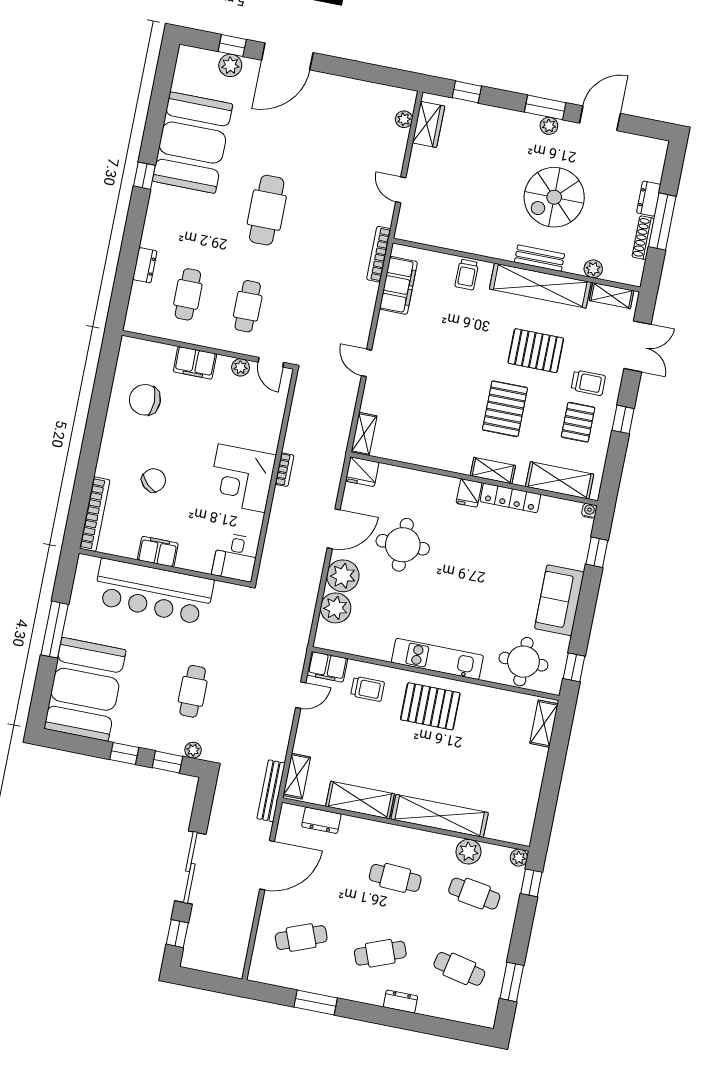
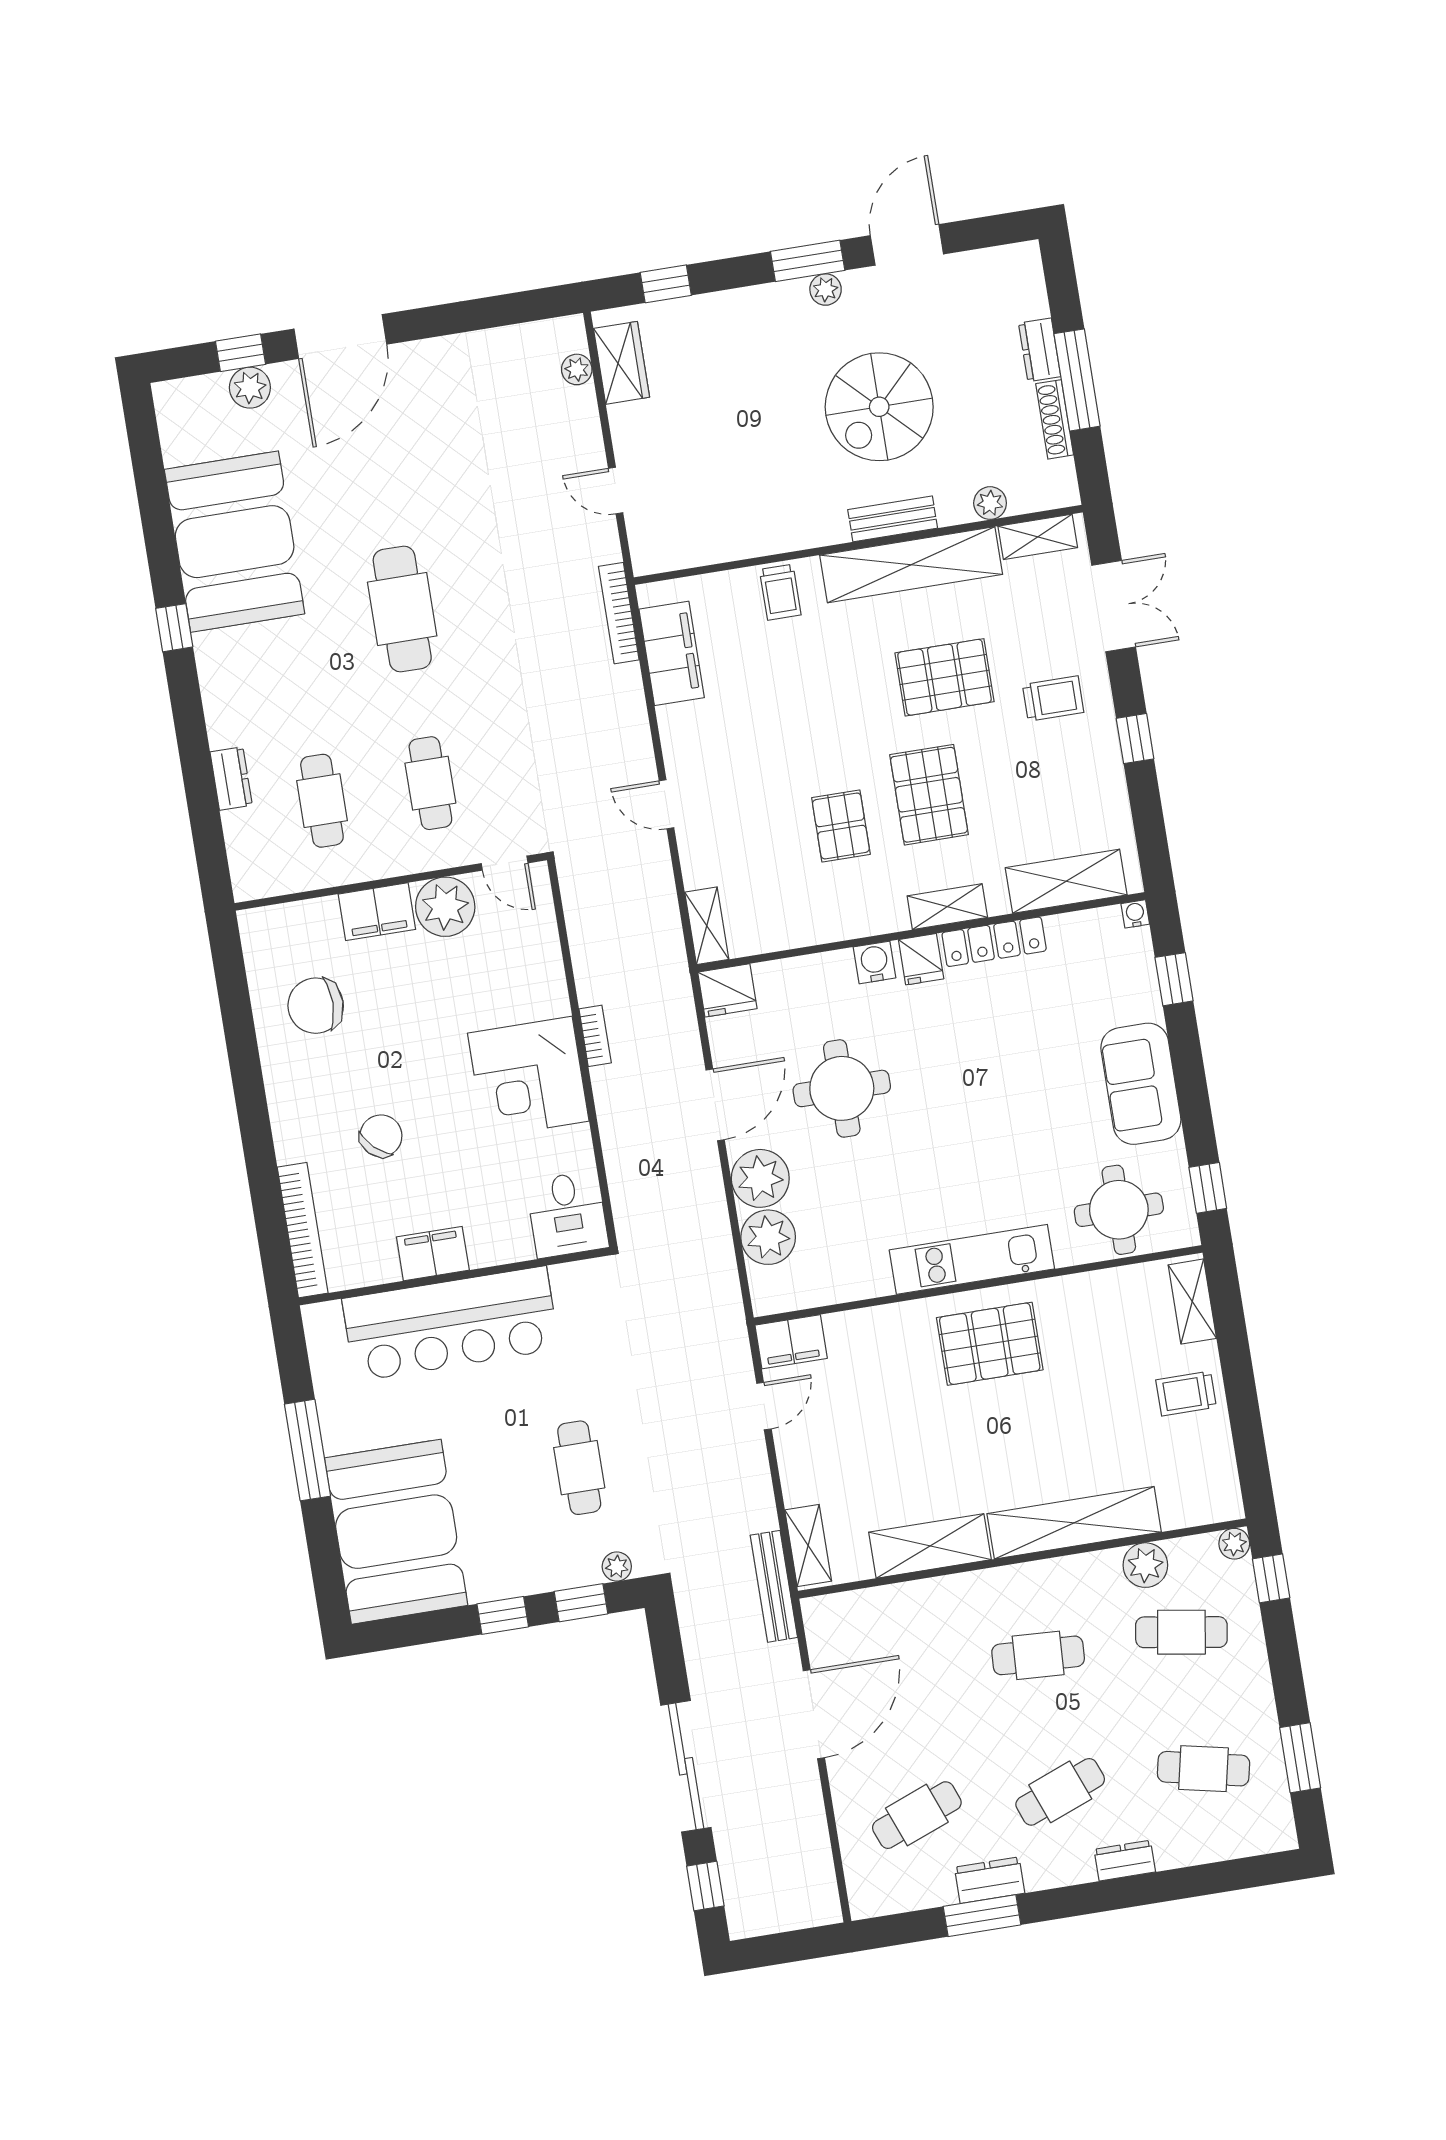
plant: (241, 367) -> (445, 907), width x1.87, depth x1.87
pallet: (578, 422) -> (841, 826), moved
water cooler: (444, 486) -> (875, 962), added
trolley: (368, 689) -> (1186, 1394), moved, turned 180
dresser: (321, 820) -> (990, 1880), moved, turned 180

